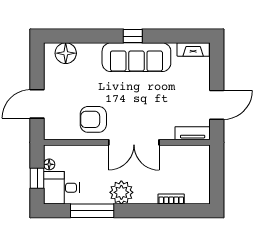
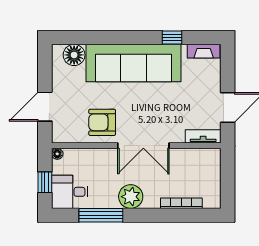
window: (133, 36) -> (172, 38), moved
sofa: (136, 57) -> (133, 63), width x1.36, depth x1.27
floor lamp: (49, 164) -> (57, 154), moved
bookcase: (171, 199) -> (181, 203), width x1.56

